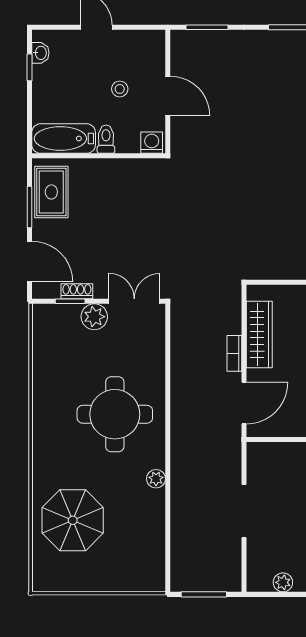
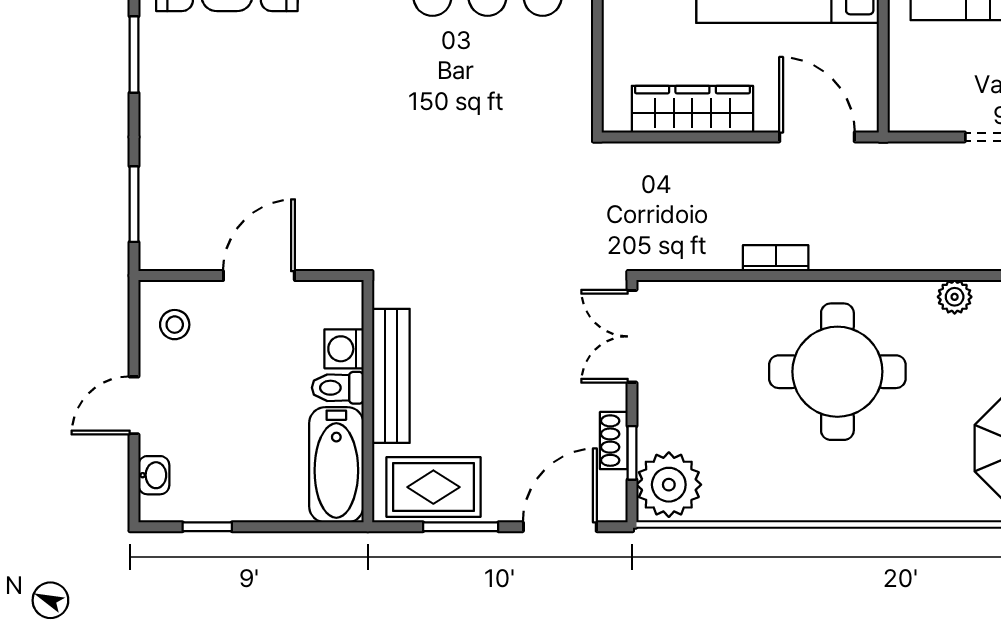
washbasin: (40, 53) -> (154, 475), moved, turned 90
stool: (120, 89) -> (175, 325), moved
washing machine: (152, 143) -> (344, 349), moved
bench: (112, 169) -> (391, 376), added
plant: (94, 317) -> (669, 485), moved, width x1.36, depth x1.36
bookcase: (234, 353) -> (776, 258), moved, turned 180

